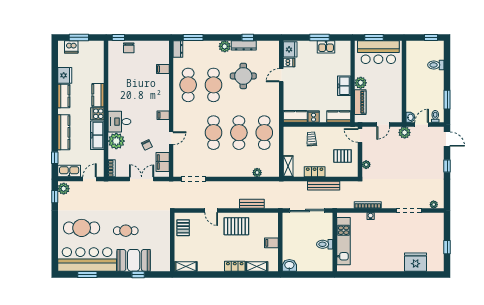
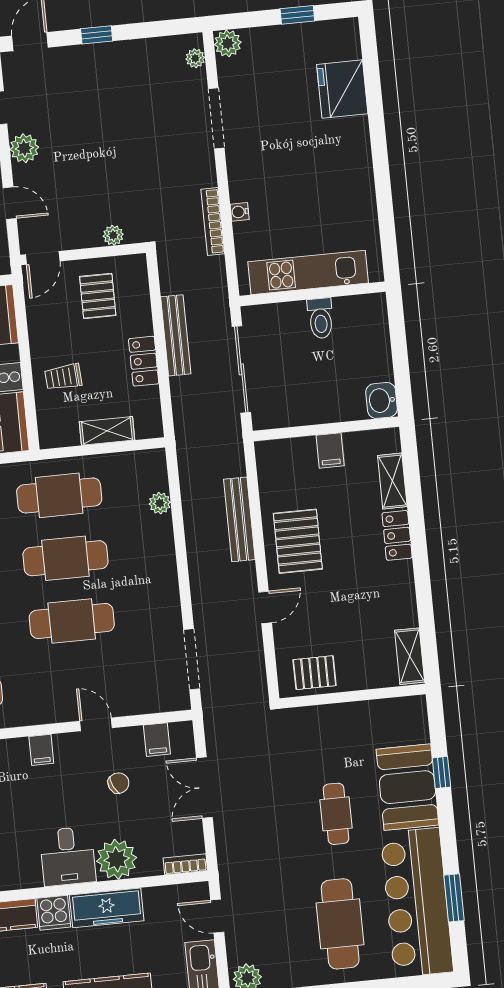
filing cabinet: (163, 162) -> (157, 740), width x0.50
shelving: (288, 166) -> (107, 431), moved
bench: (252, 204) -> (239, 519), width x1.36
plant: (438, 218) -> (228, 43), added

